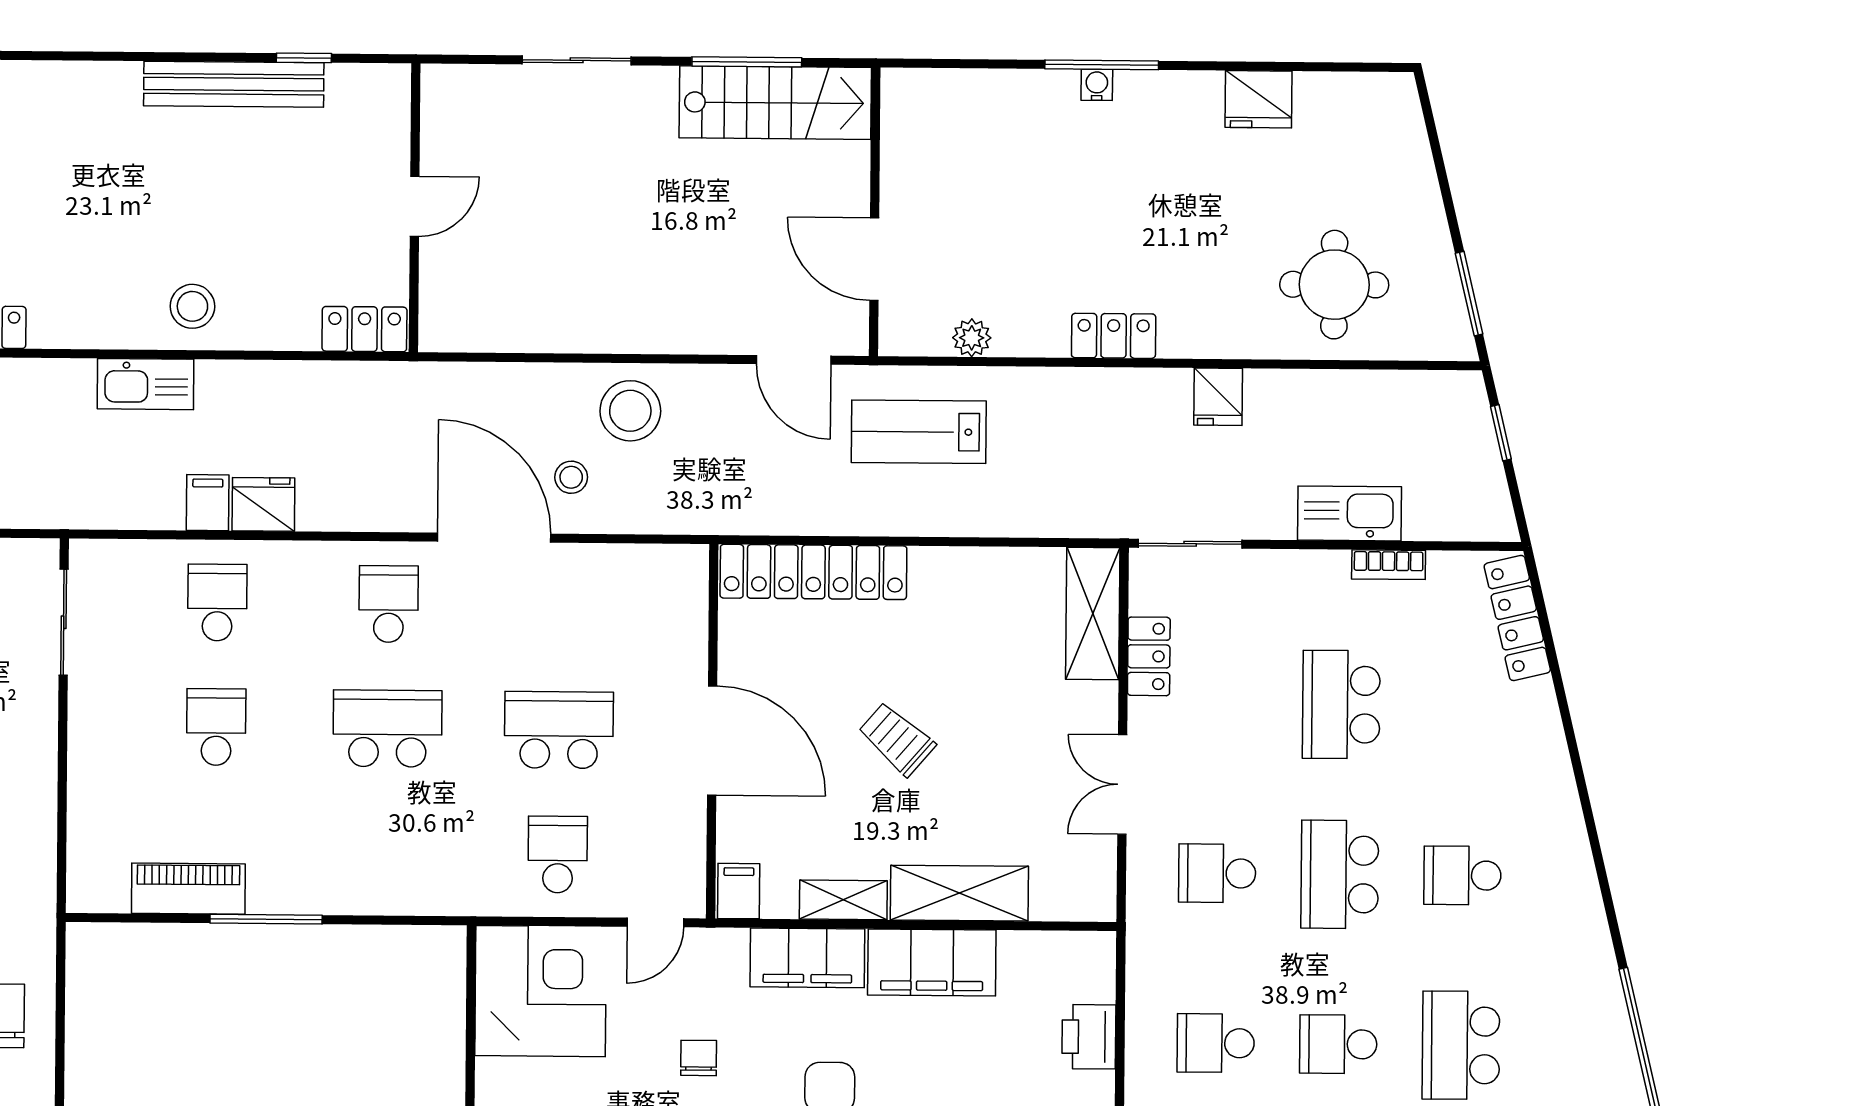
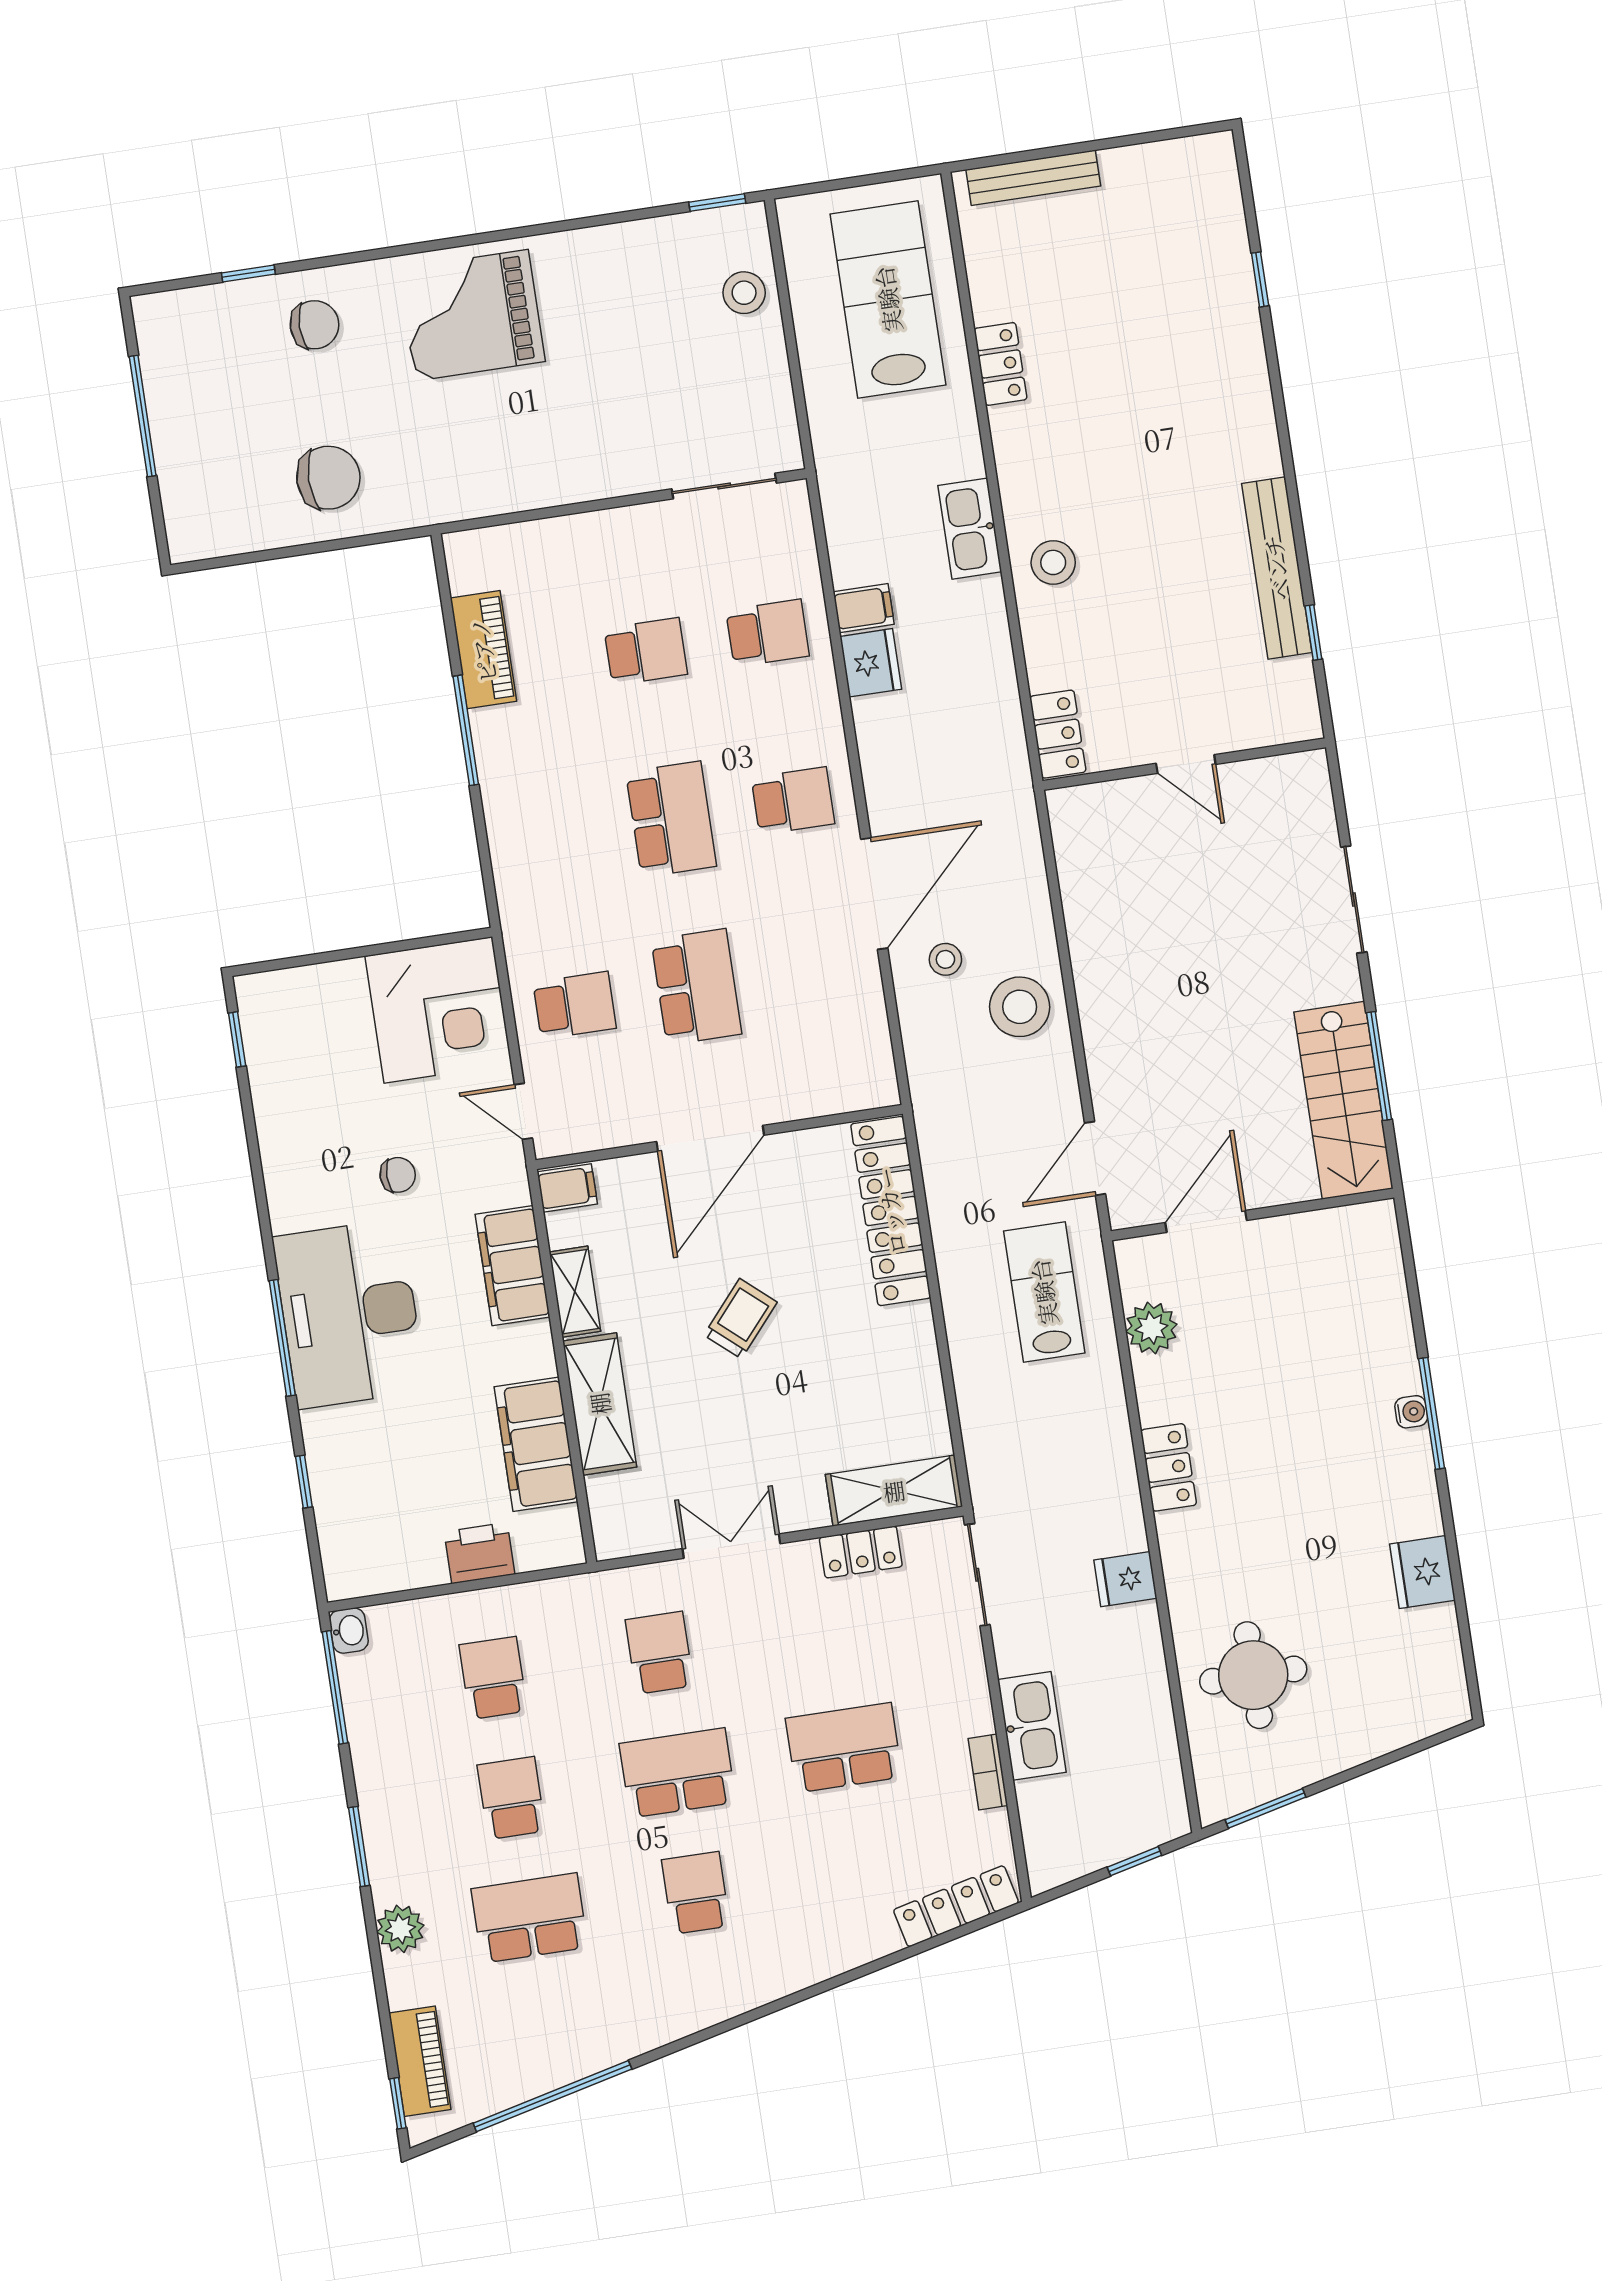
plant: (972, 338) -> (1151, 1328), width x1.38, depth x1.38
filing cabinet: (932, 963) -> (536, 1444), moved

